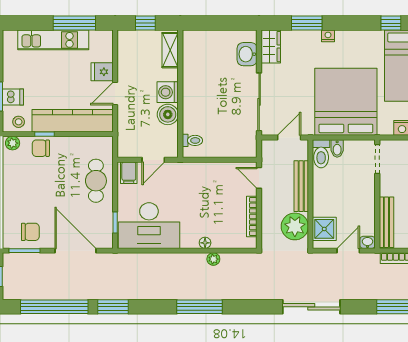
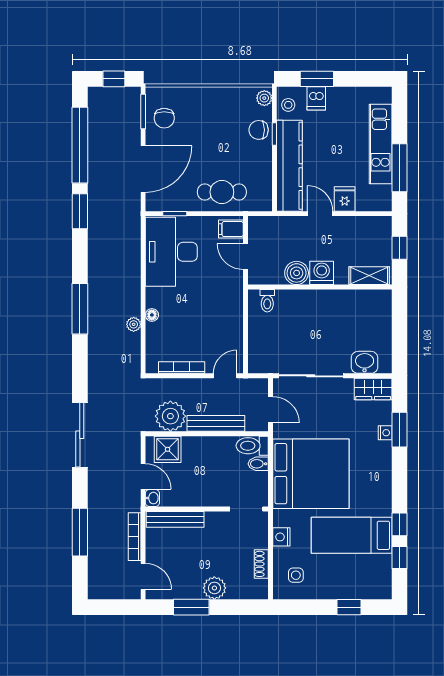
nightstand: (328, 36) -> (385, 433), moved
chair: (41, 148) -> (259, 130), turned -90

